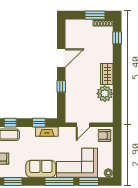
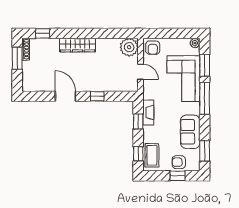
wardrobe: (107, 74) -> (77, 45), width x1.50
plant: (105, 94) -> (129, 47), moved
sofa: (41, 169) -> (190, 132), moved

